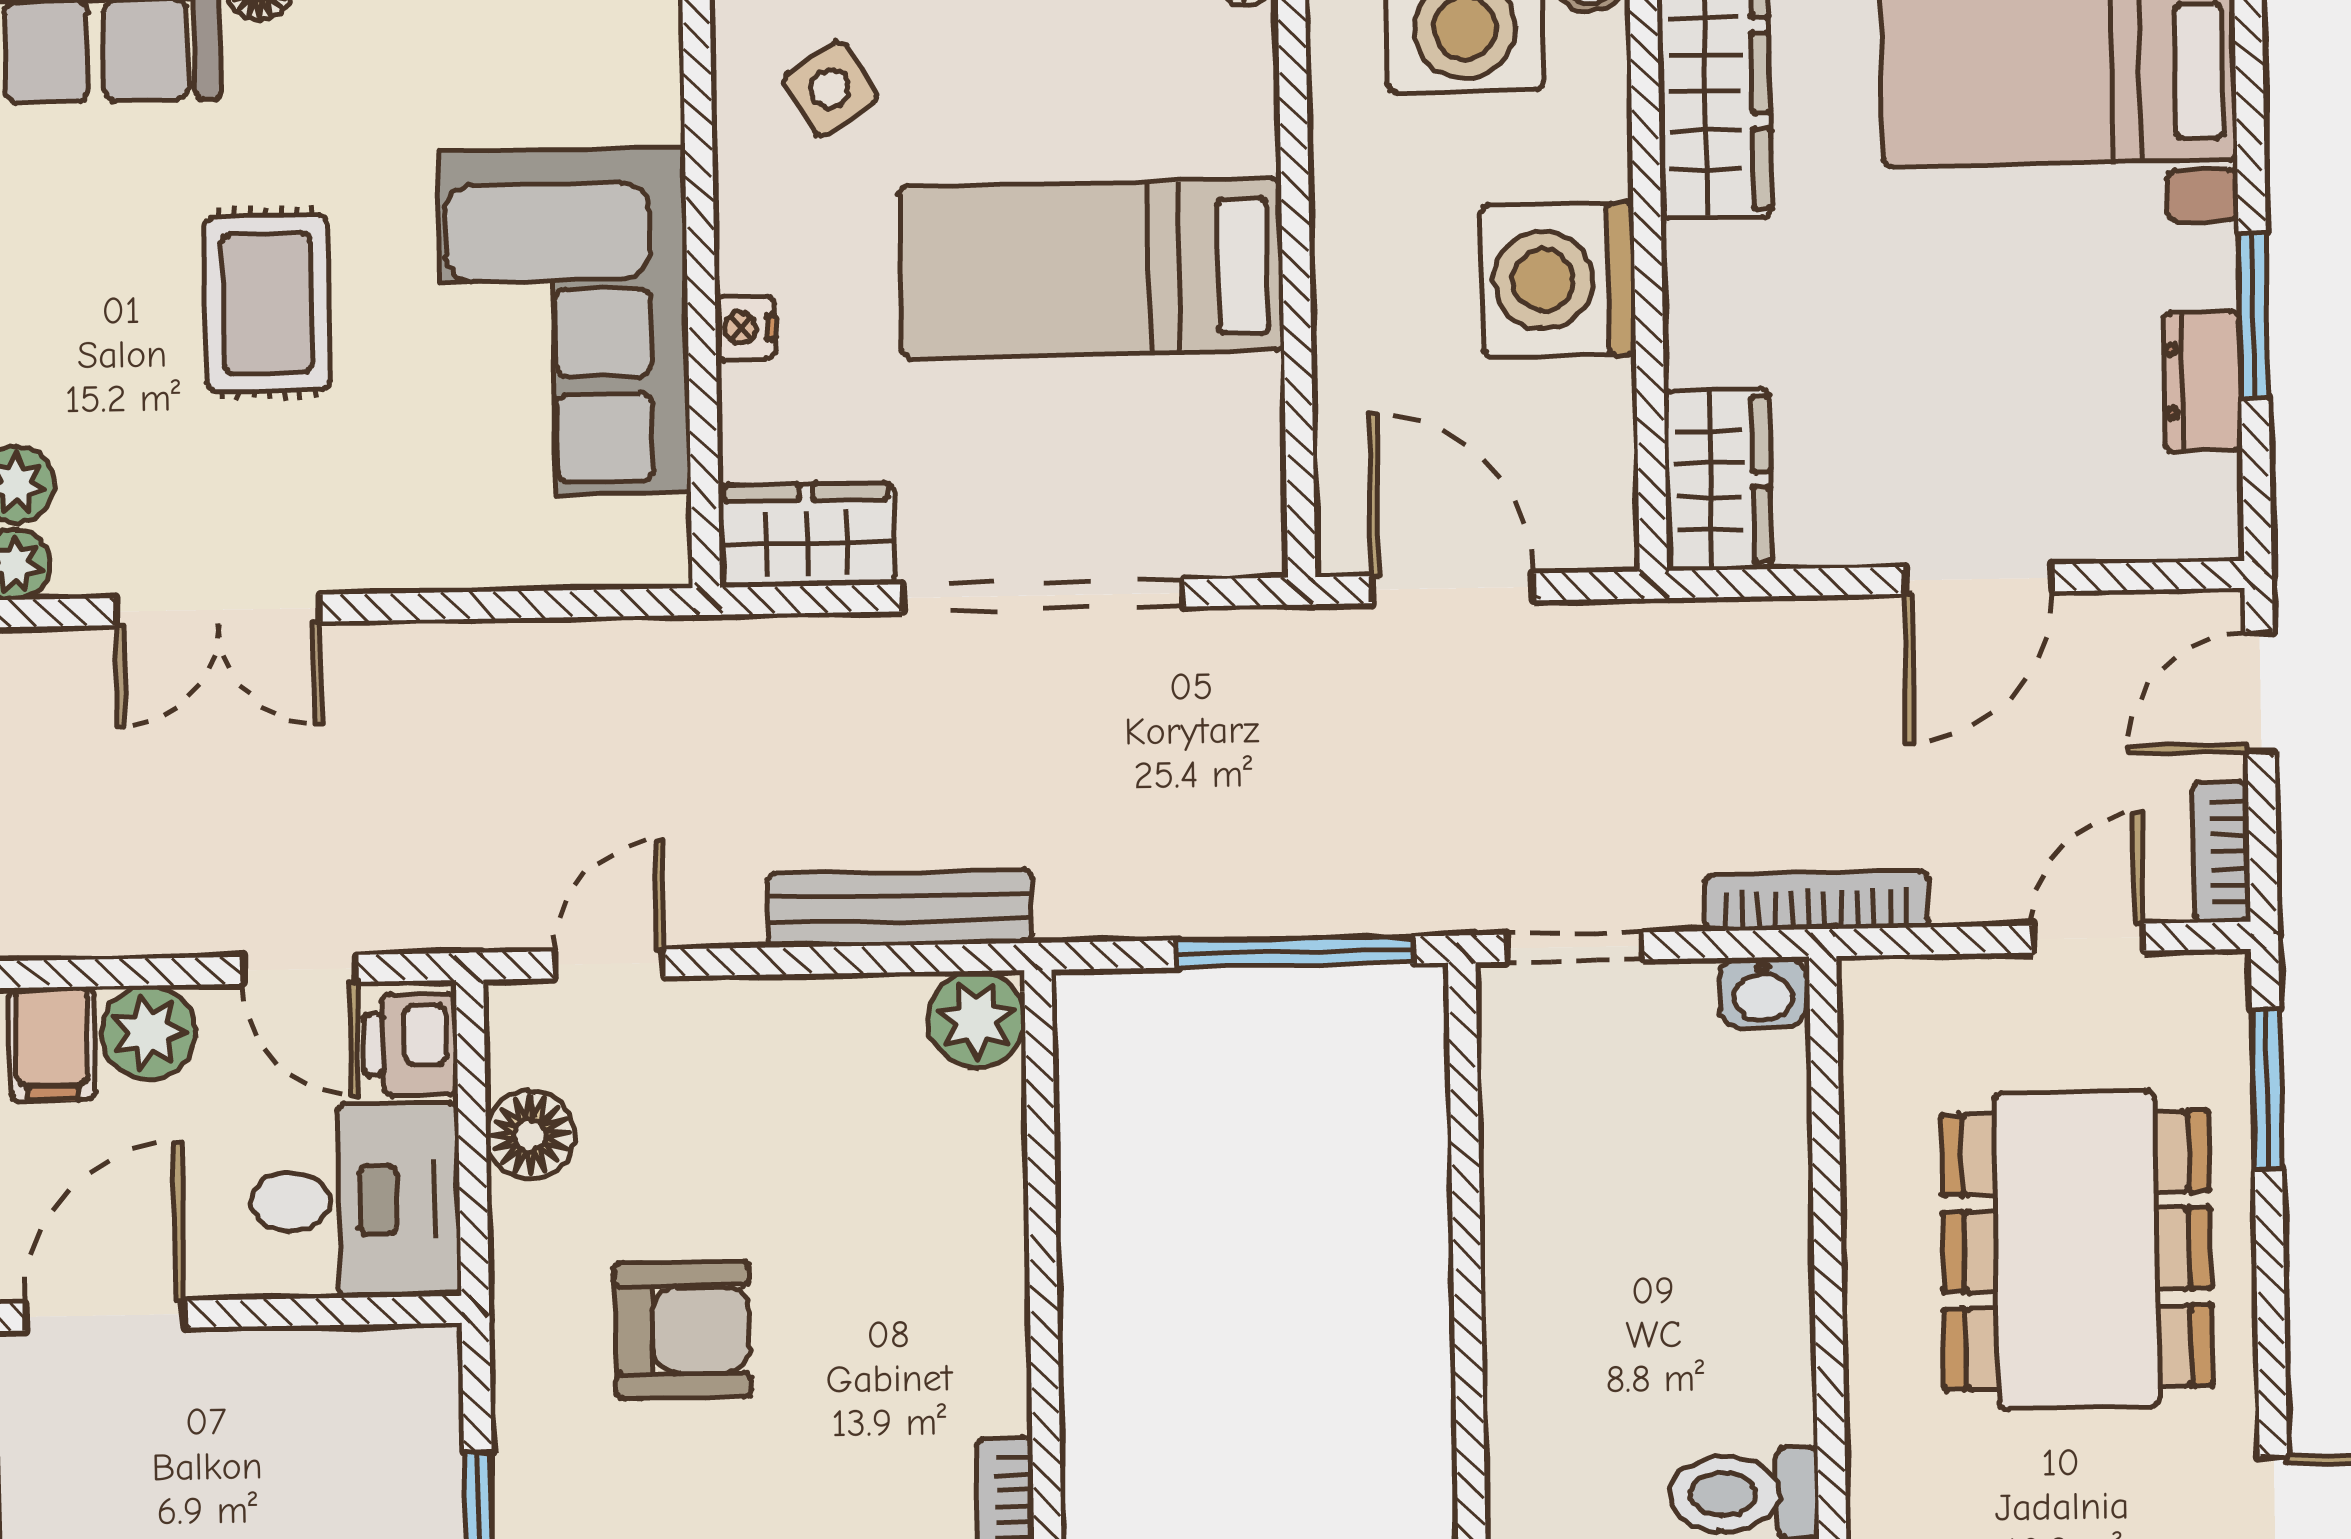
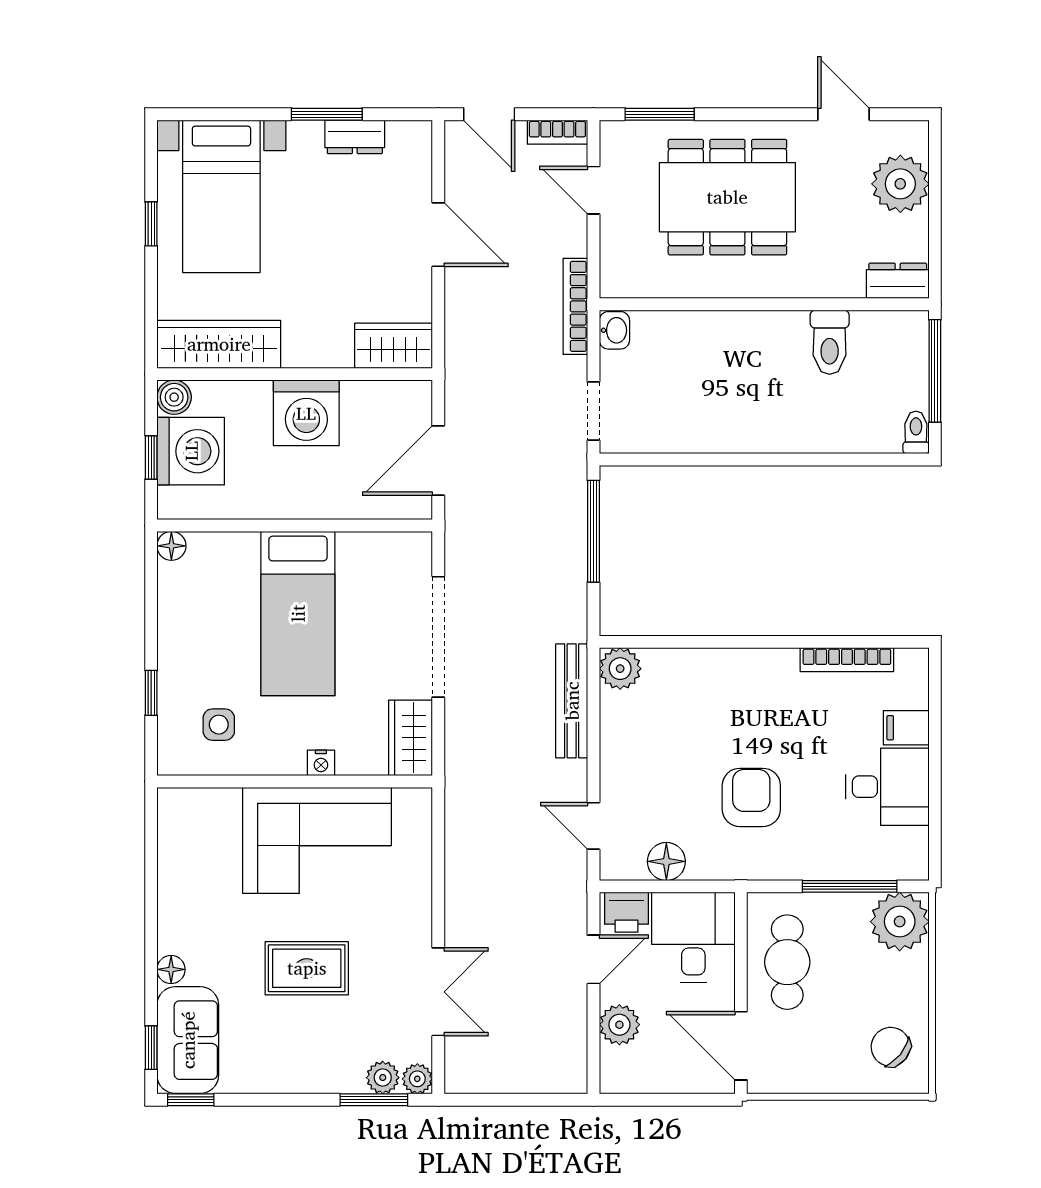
side table: (830, 89) -> (219, 725), turned 32
filing cabinet: (52, 1044) -> (624, 1066), removed
cafe table: (301, 1420) -> (787, 962), added

